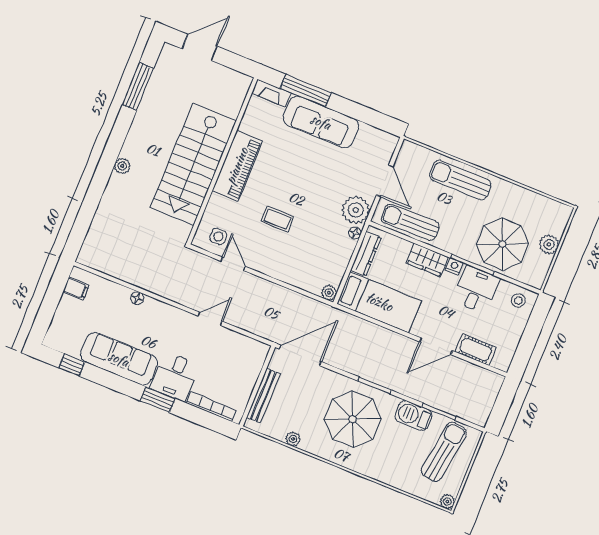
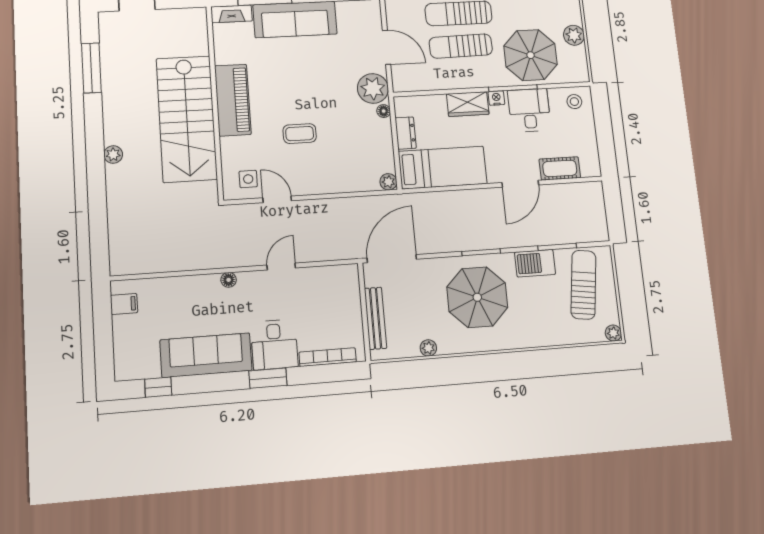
sun lounger: (410, 222) -> (461, 46), moved
dresser: (366, 254) -> (406, 133), width x0.70
floor lamp: (137, 298) -> (229, 280), moved

